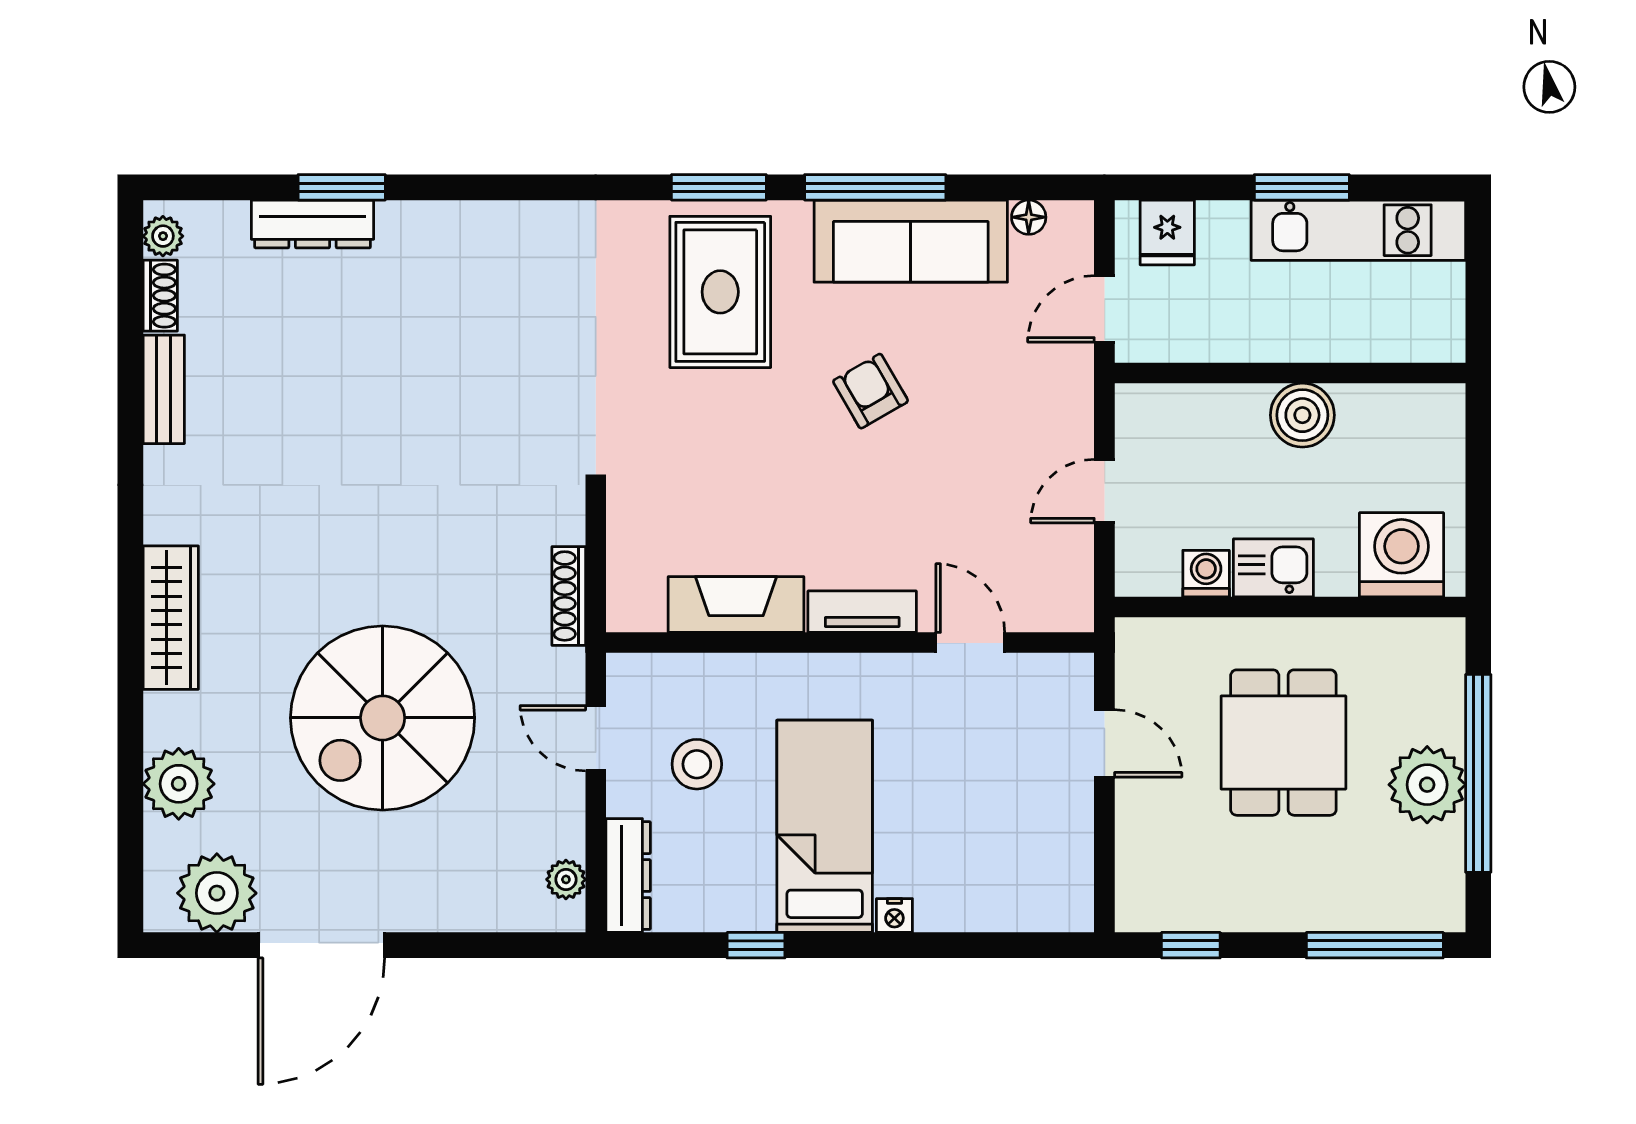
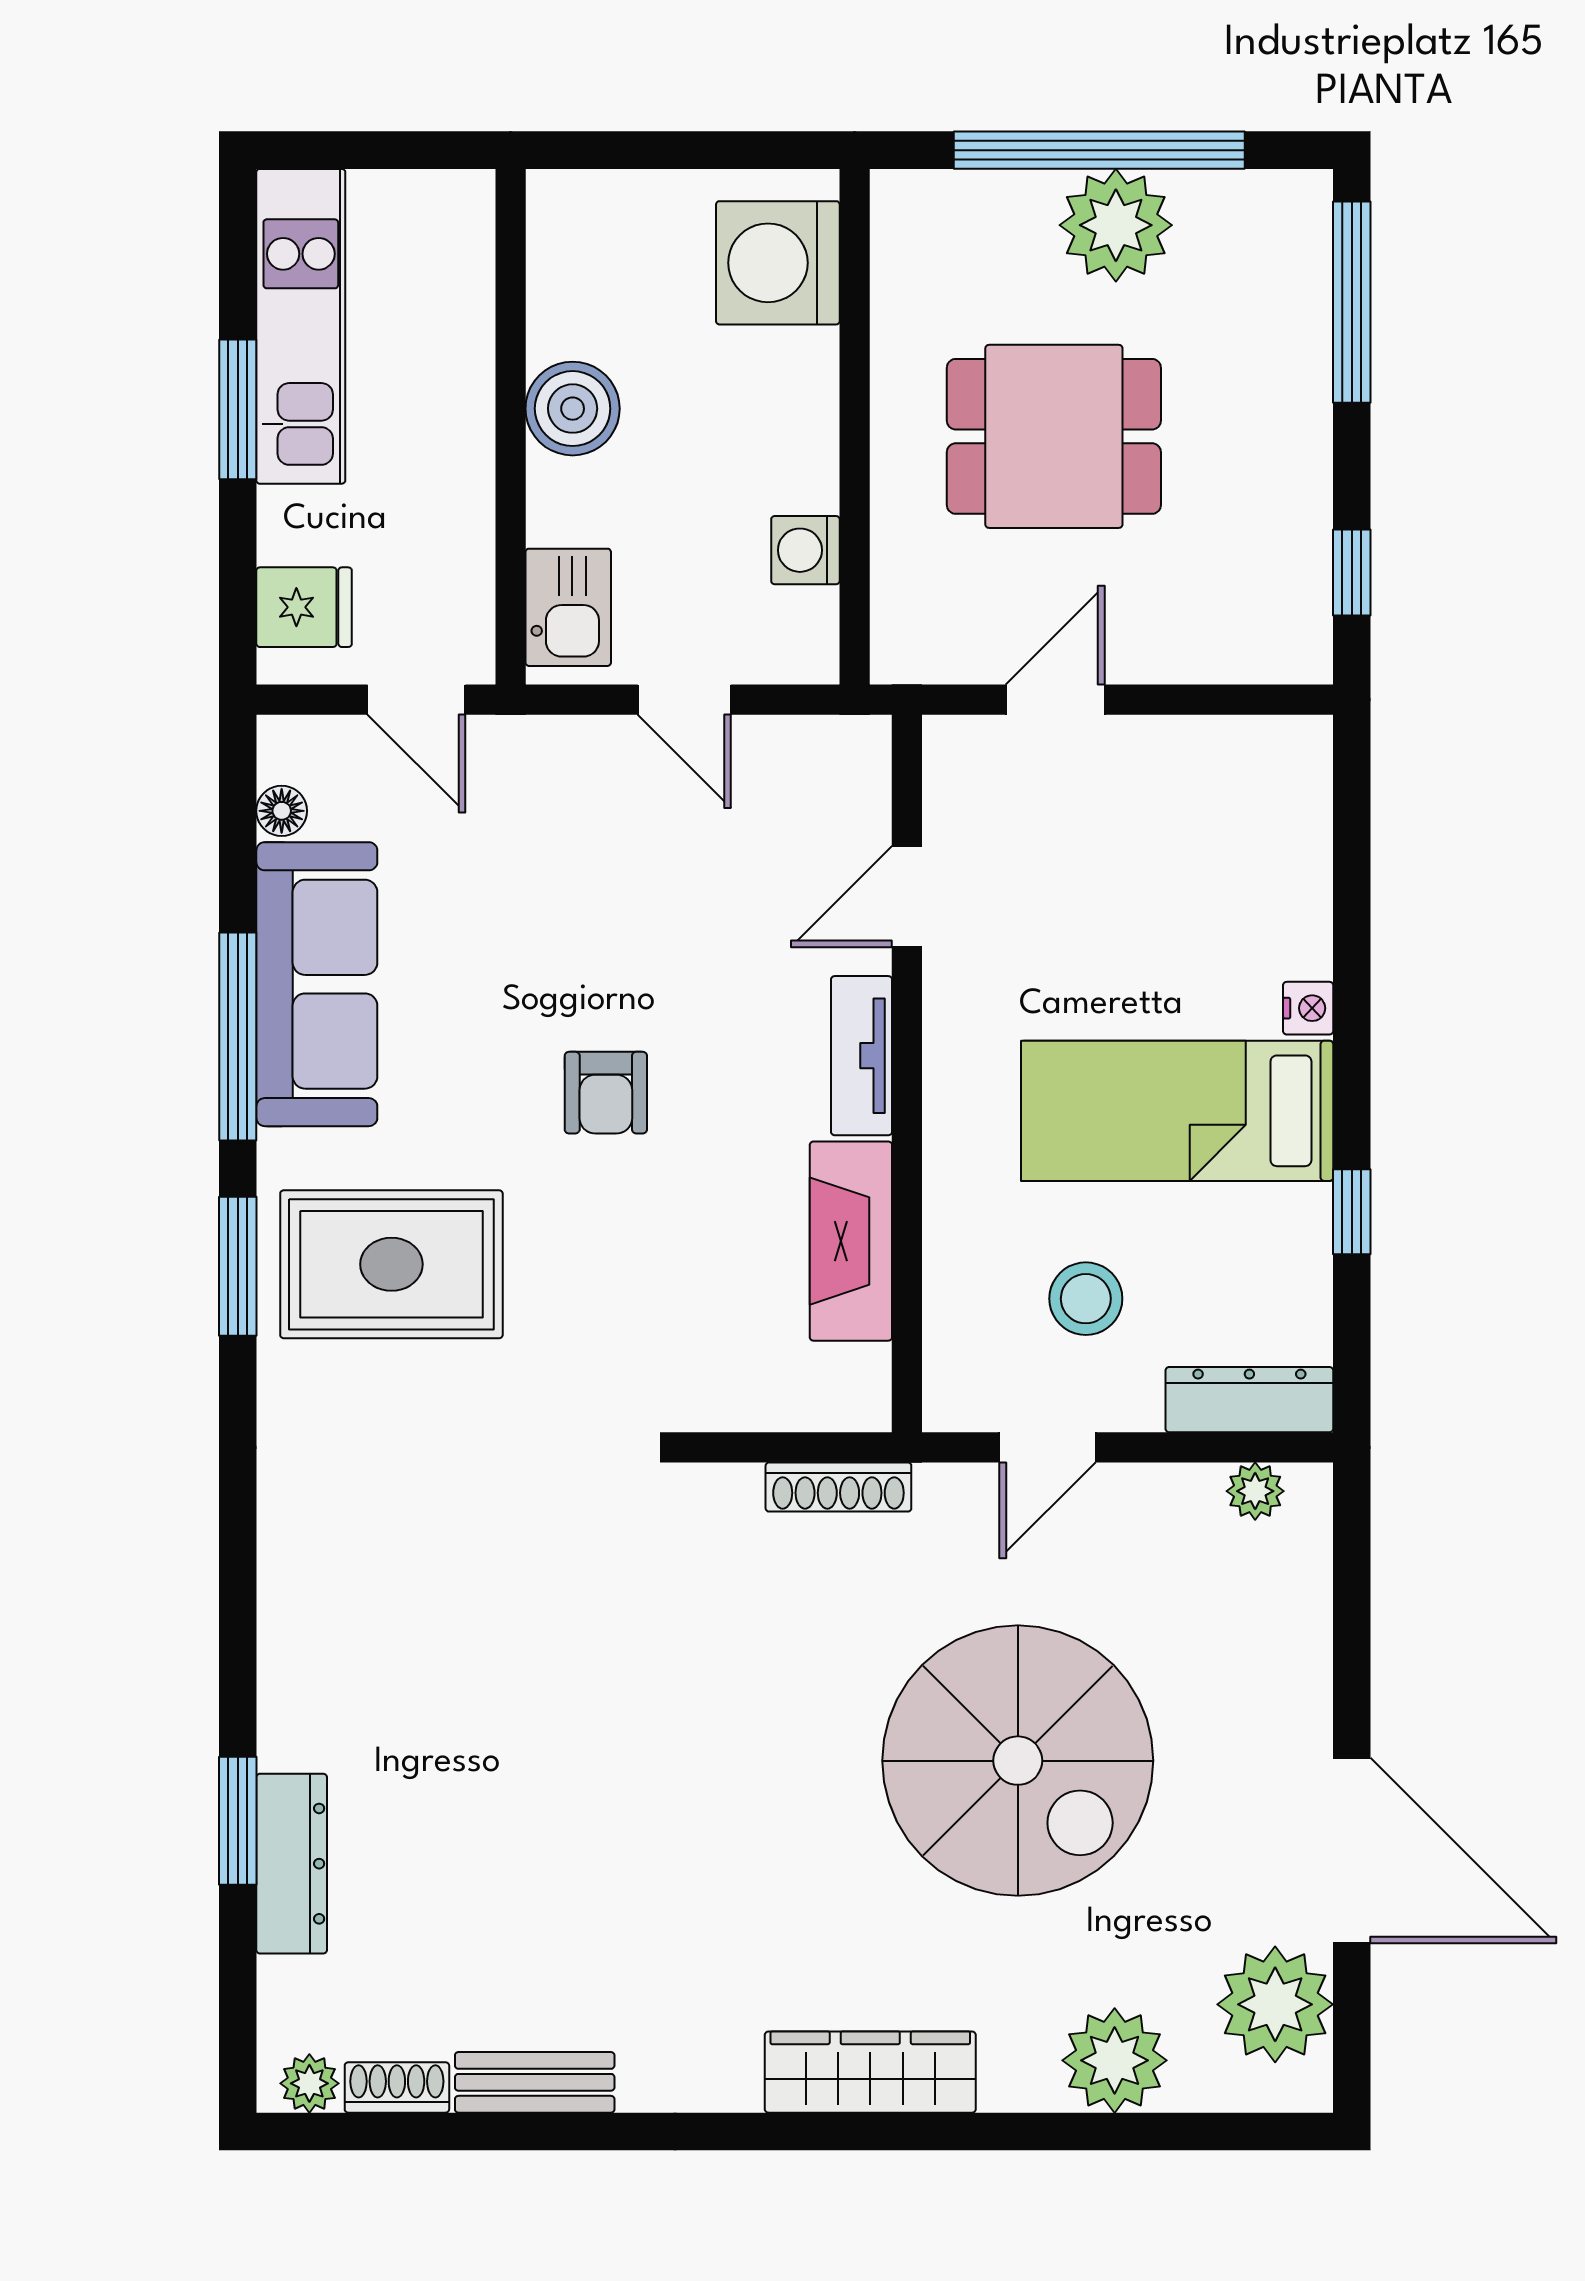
armchair: (870, 391) -> (606, 1093), moved, turned -60
kitchen sink: (1273, 568) -> (568, 607), moved, turned 180

